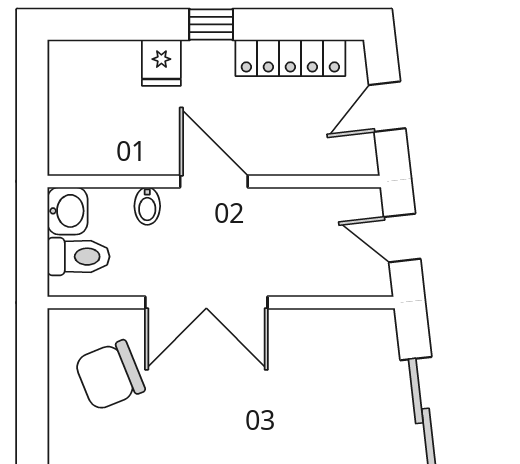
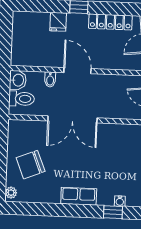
chair: (110, 375) -> (31, 165), moved

